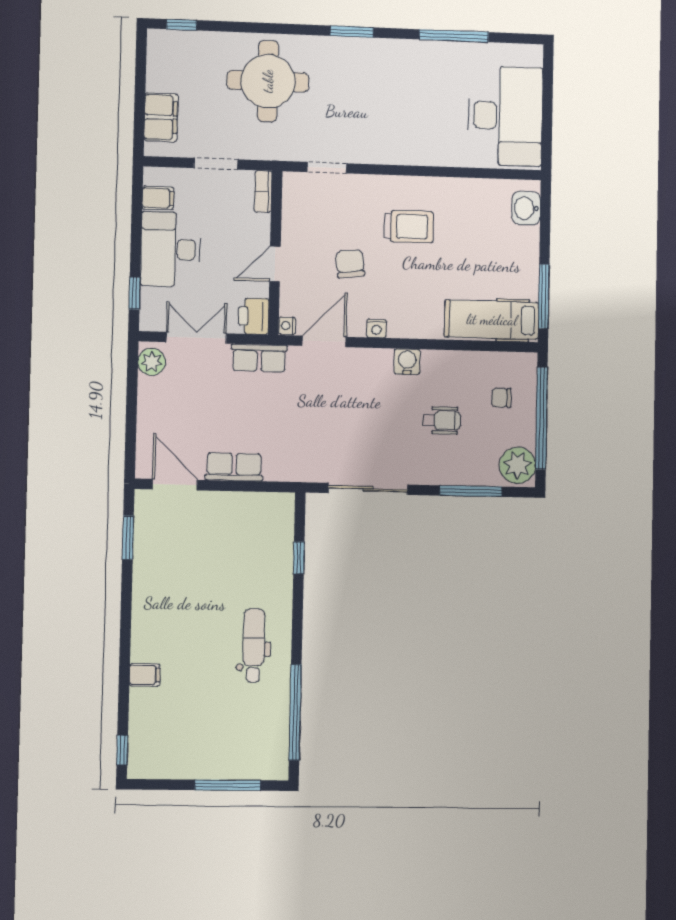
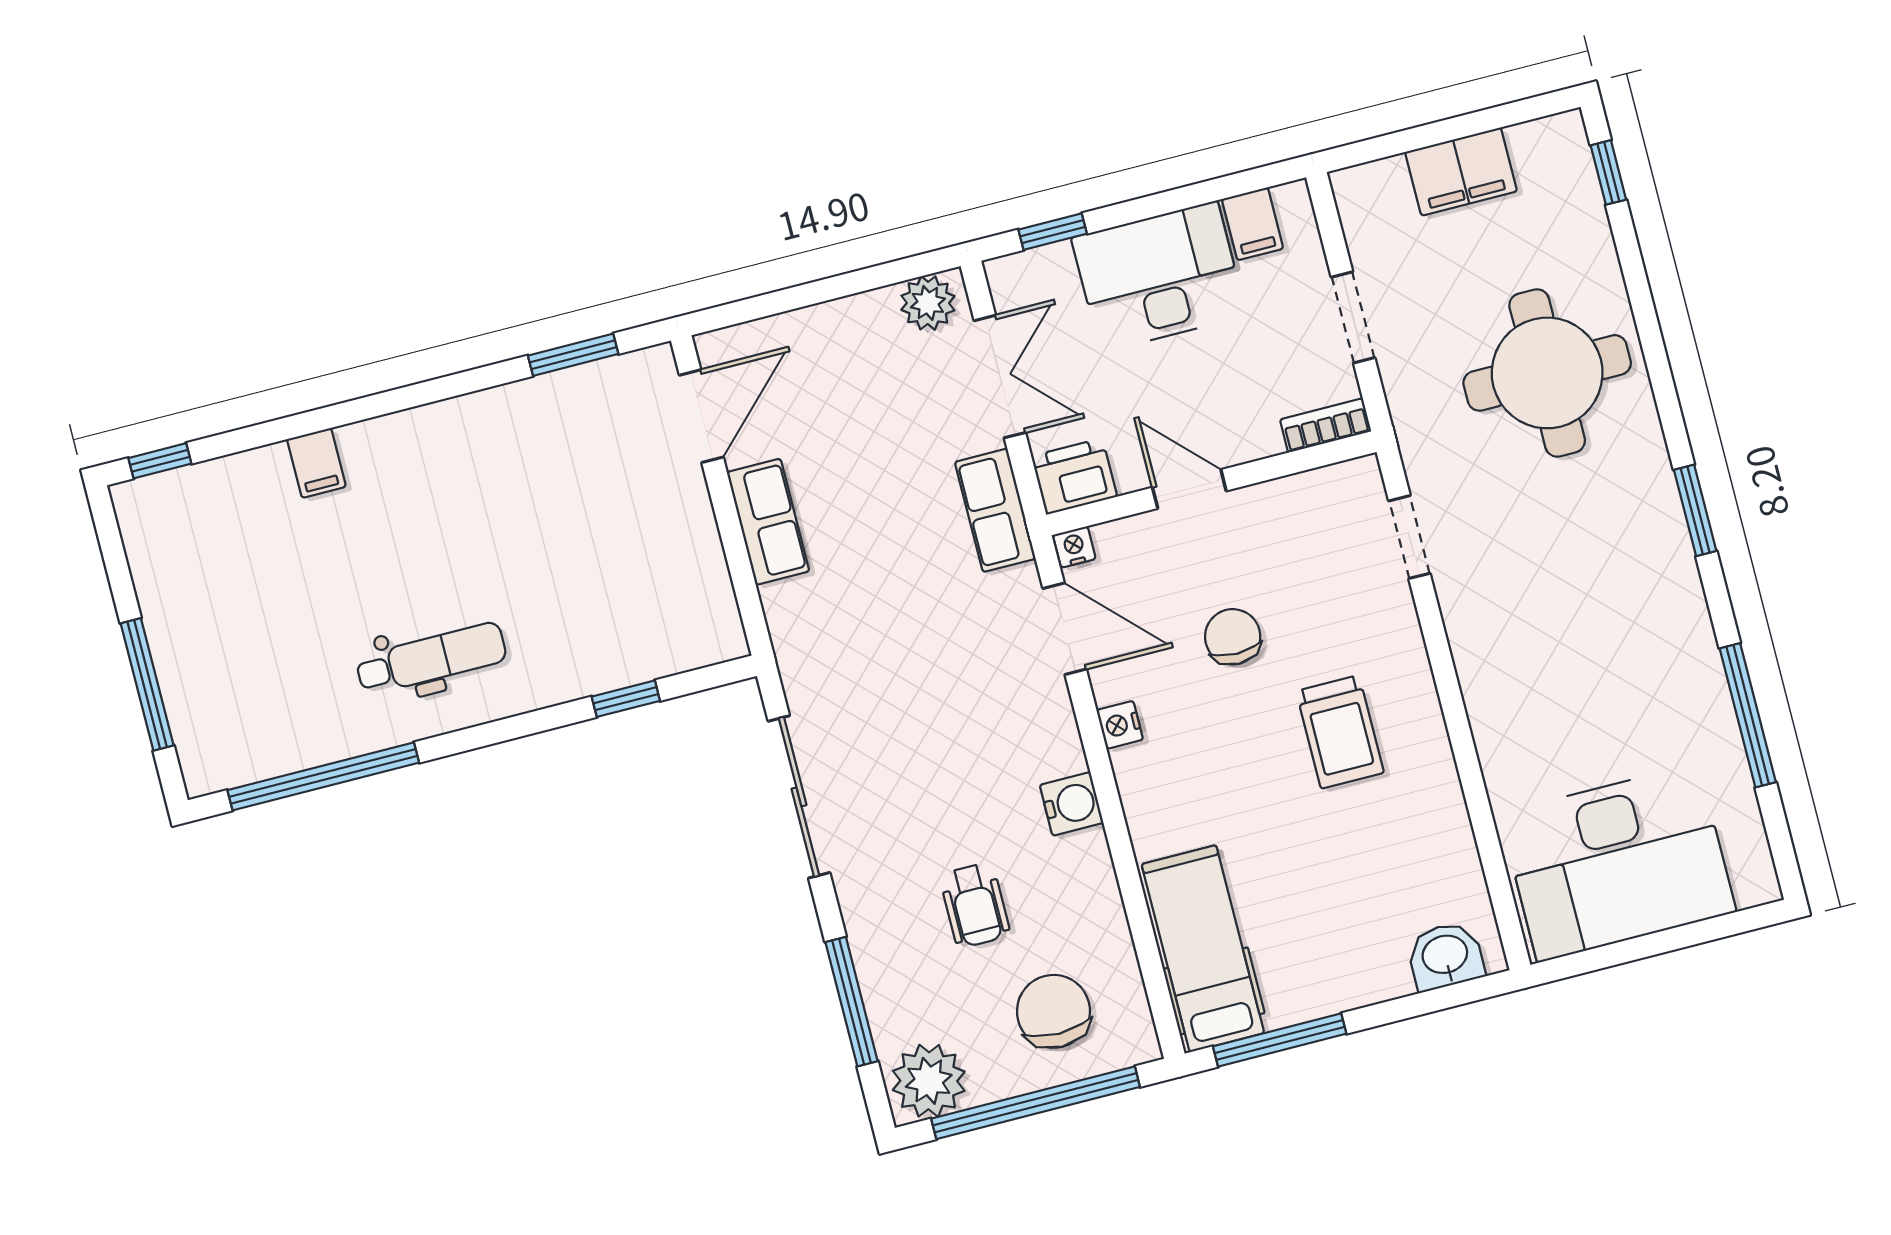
filing cabinet: (161, 117) -> (1461, 172), moved
chair: (350, 264) -> (1233, 637), turned -83
chair: (501, 398) -> (1053, 1011), width x1.87, depth x1.87

